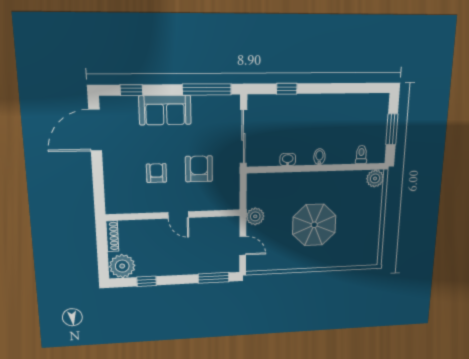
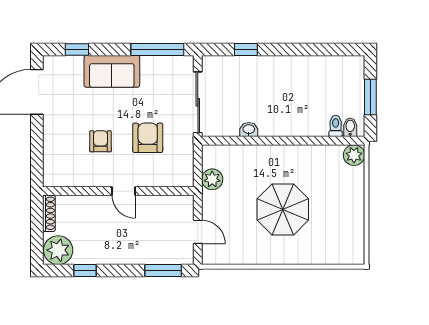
bidet: (319, 157) -> (350, 127), moved
plant: (255, 216) -> (212, 179), moved

